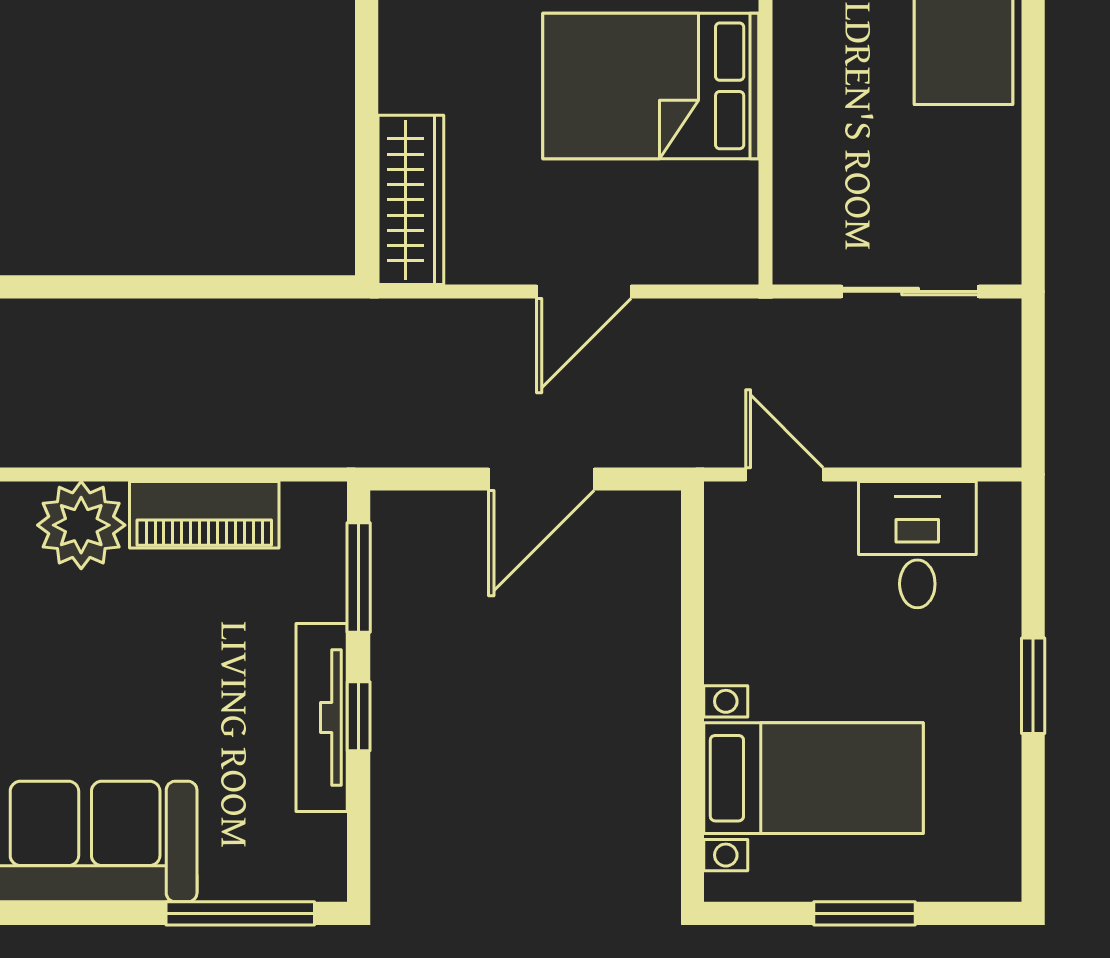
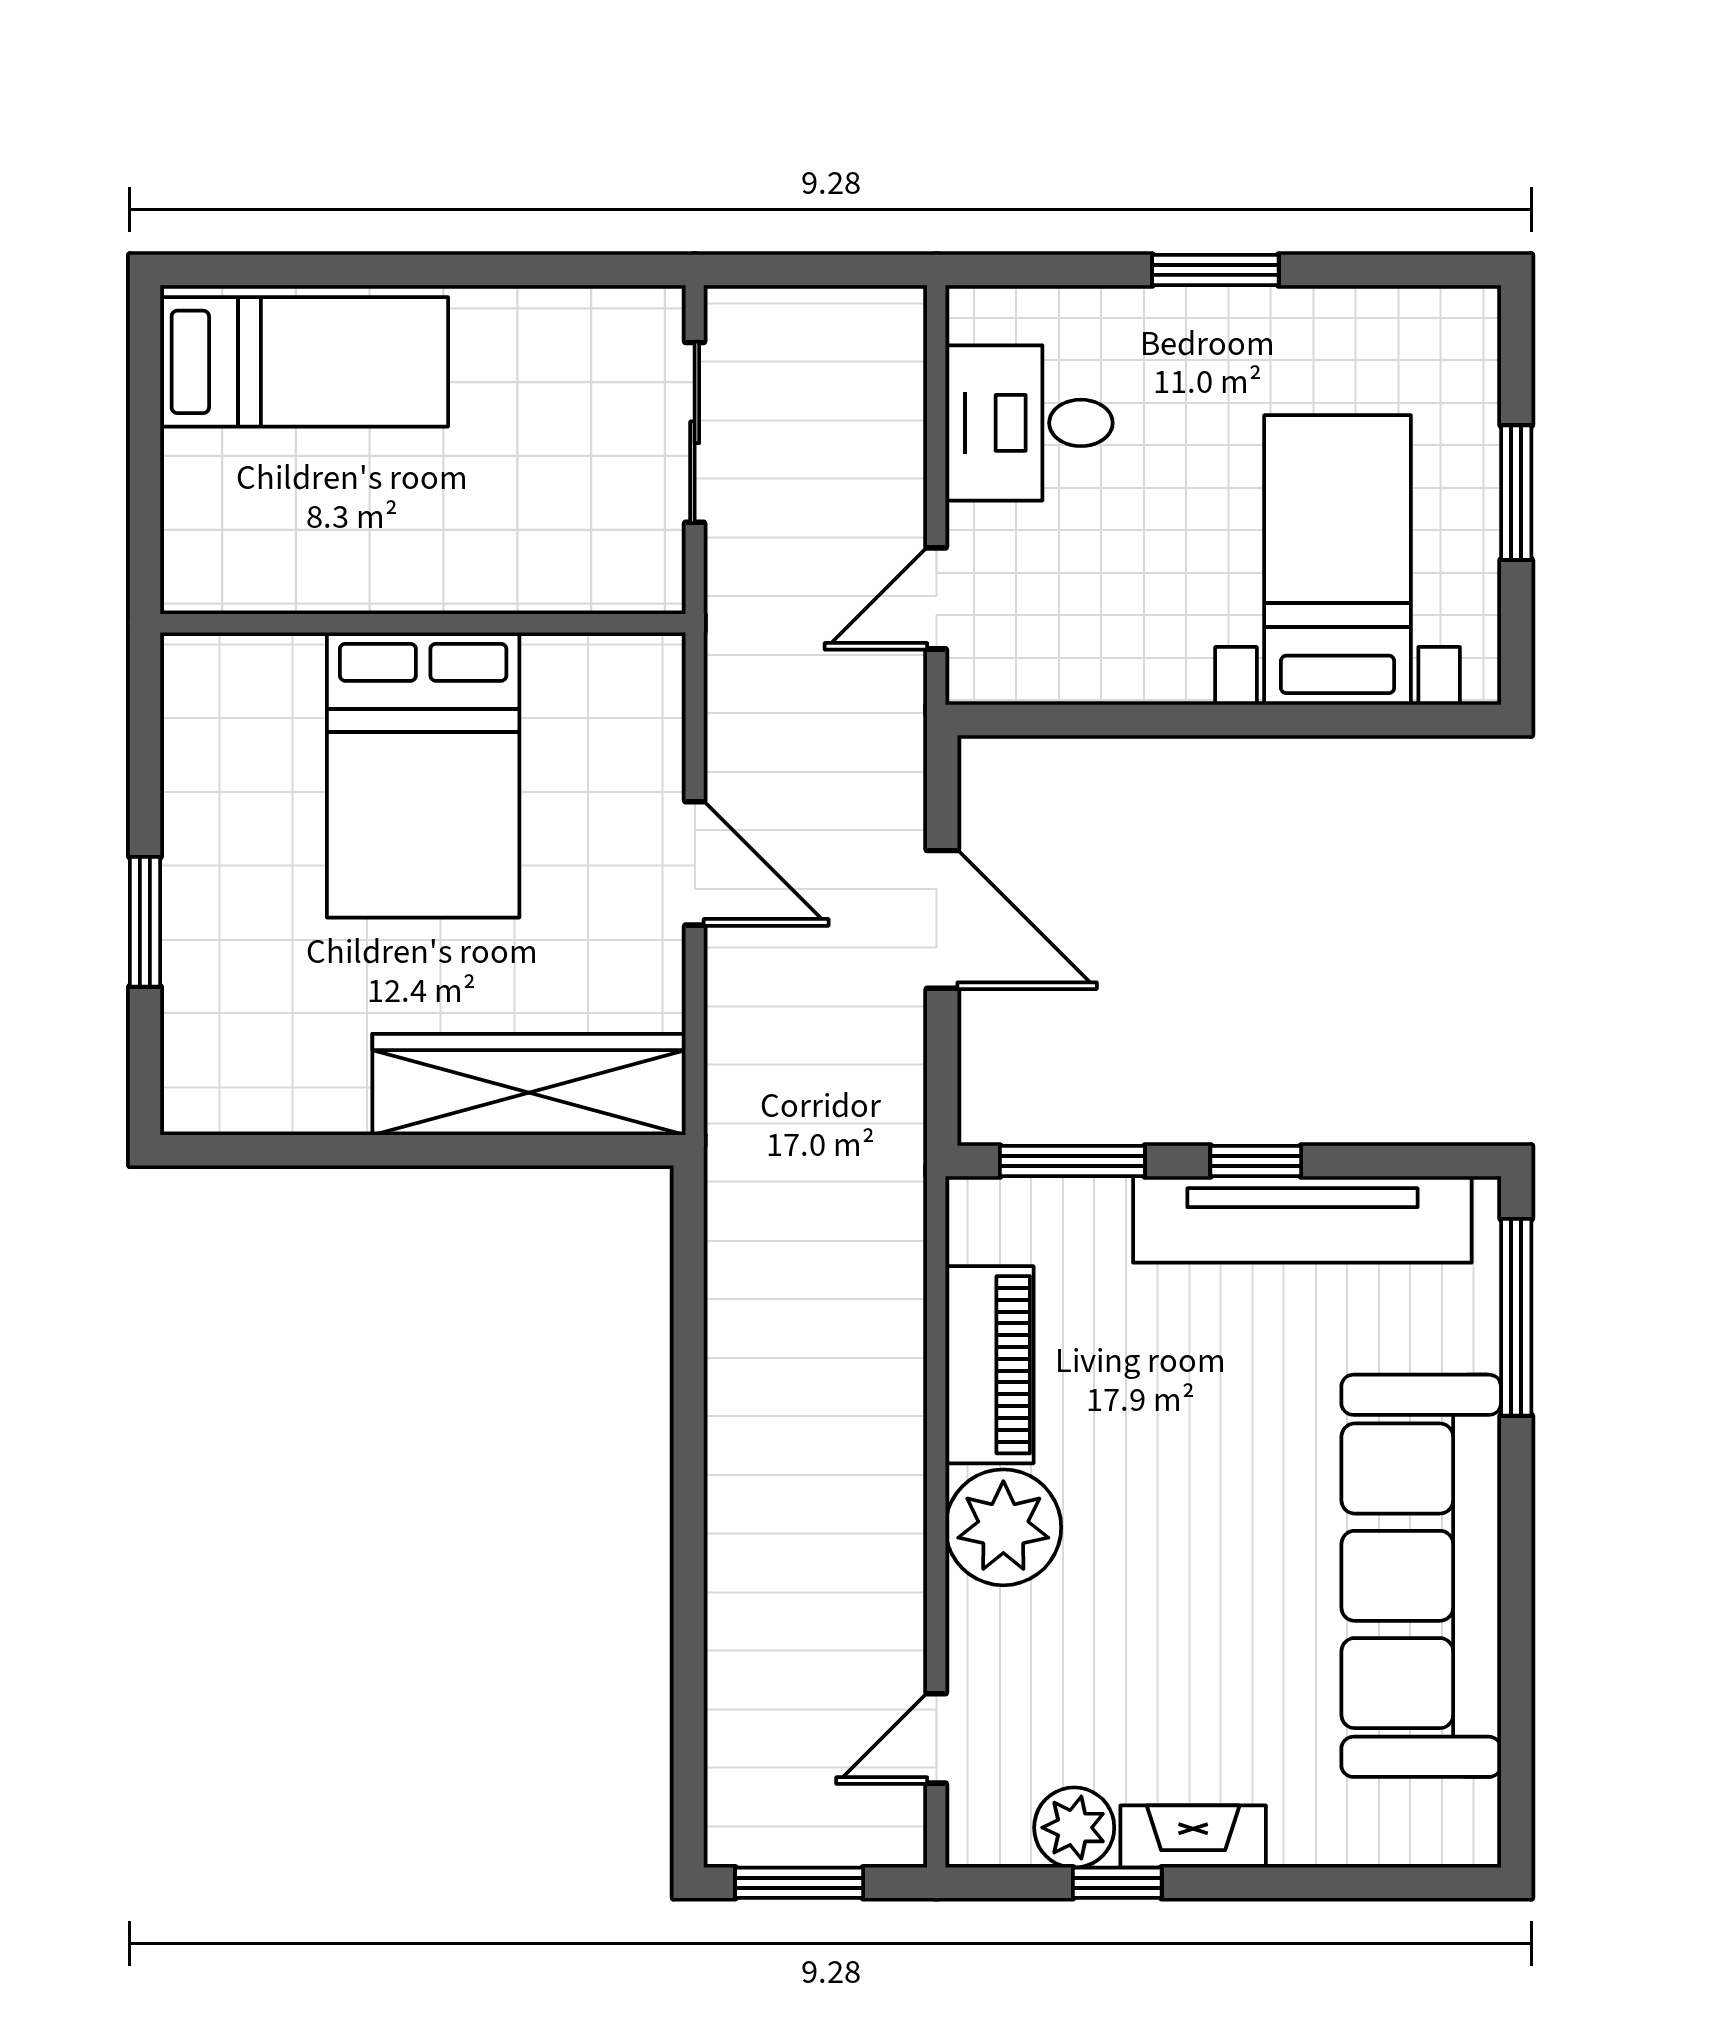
wardrobe: (411, 200) -> (529, 1085), width x1.40, depth x1.17
tv unit: (322, 718) -> (1302, 1219), width x1.36, depth x1.29

